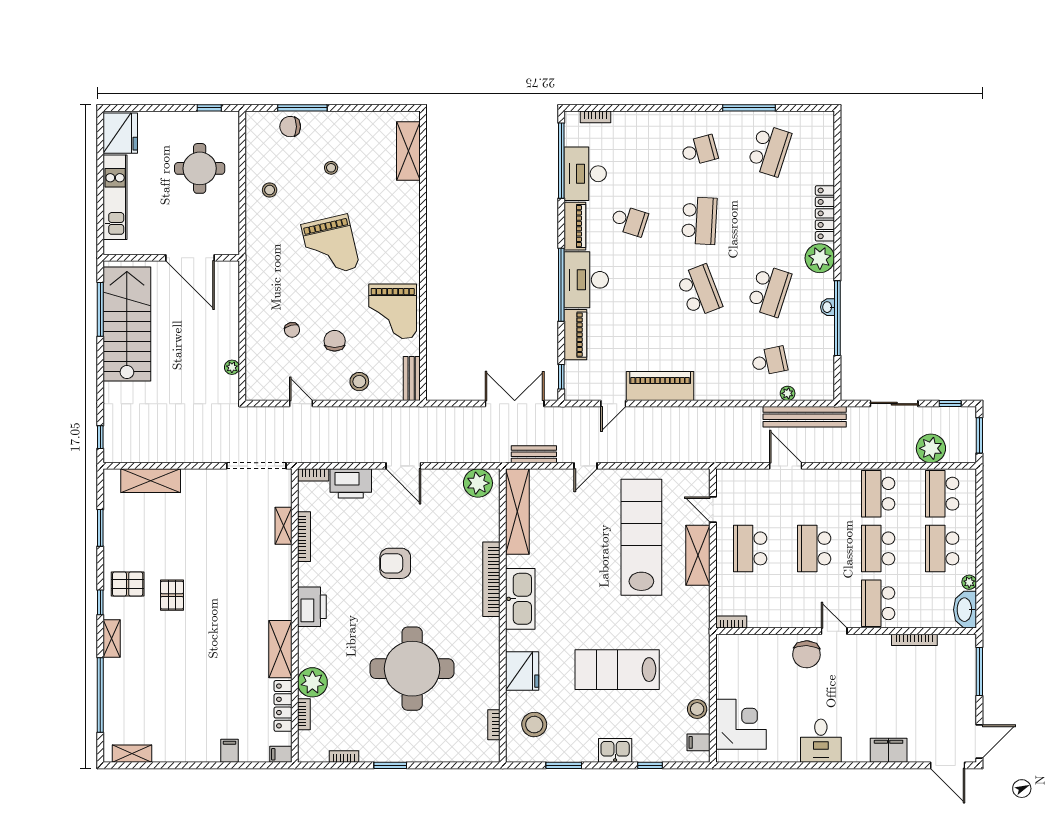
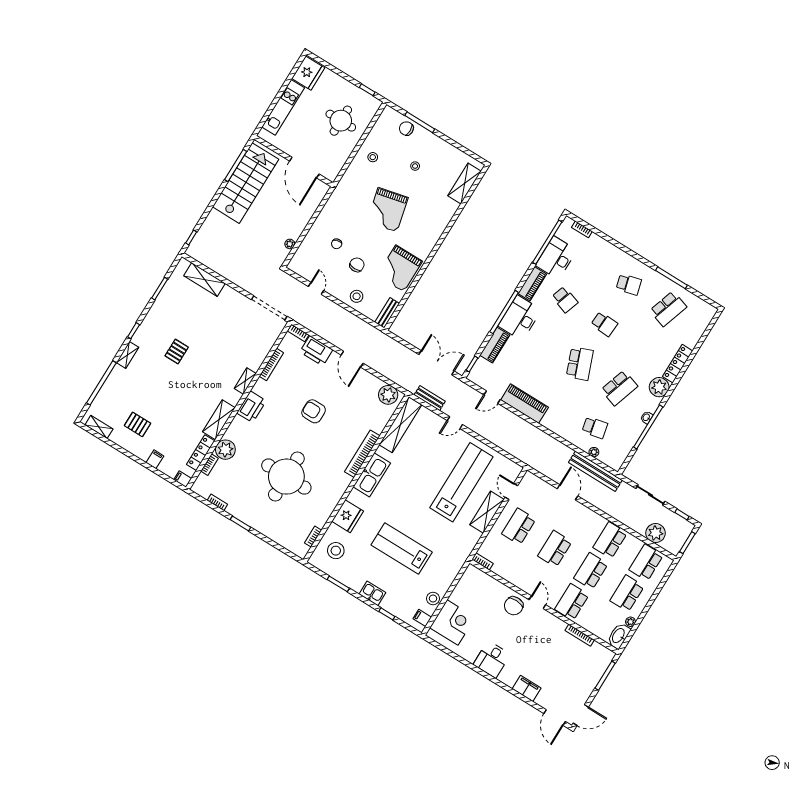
school desk: (699, 221) -> (604, 324), width x0.54
shelving: (283, 526) -> (245, 381), moved
pallet: (128, 584) -> (137, 424), moved

